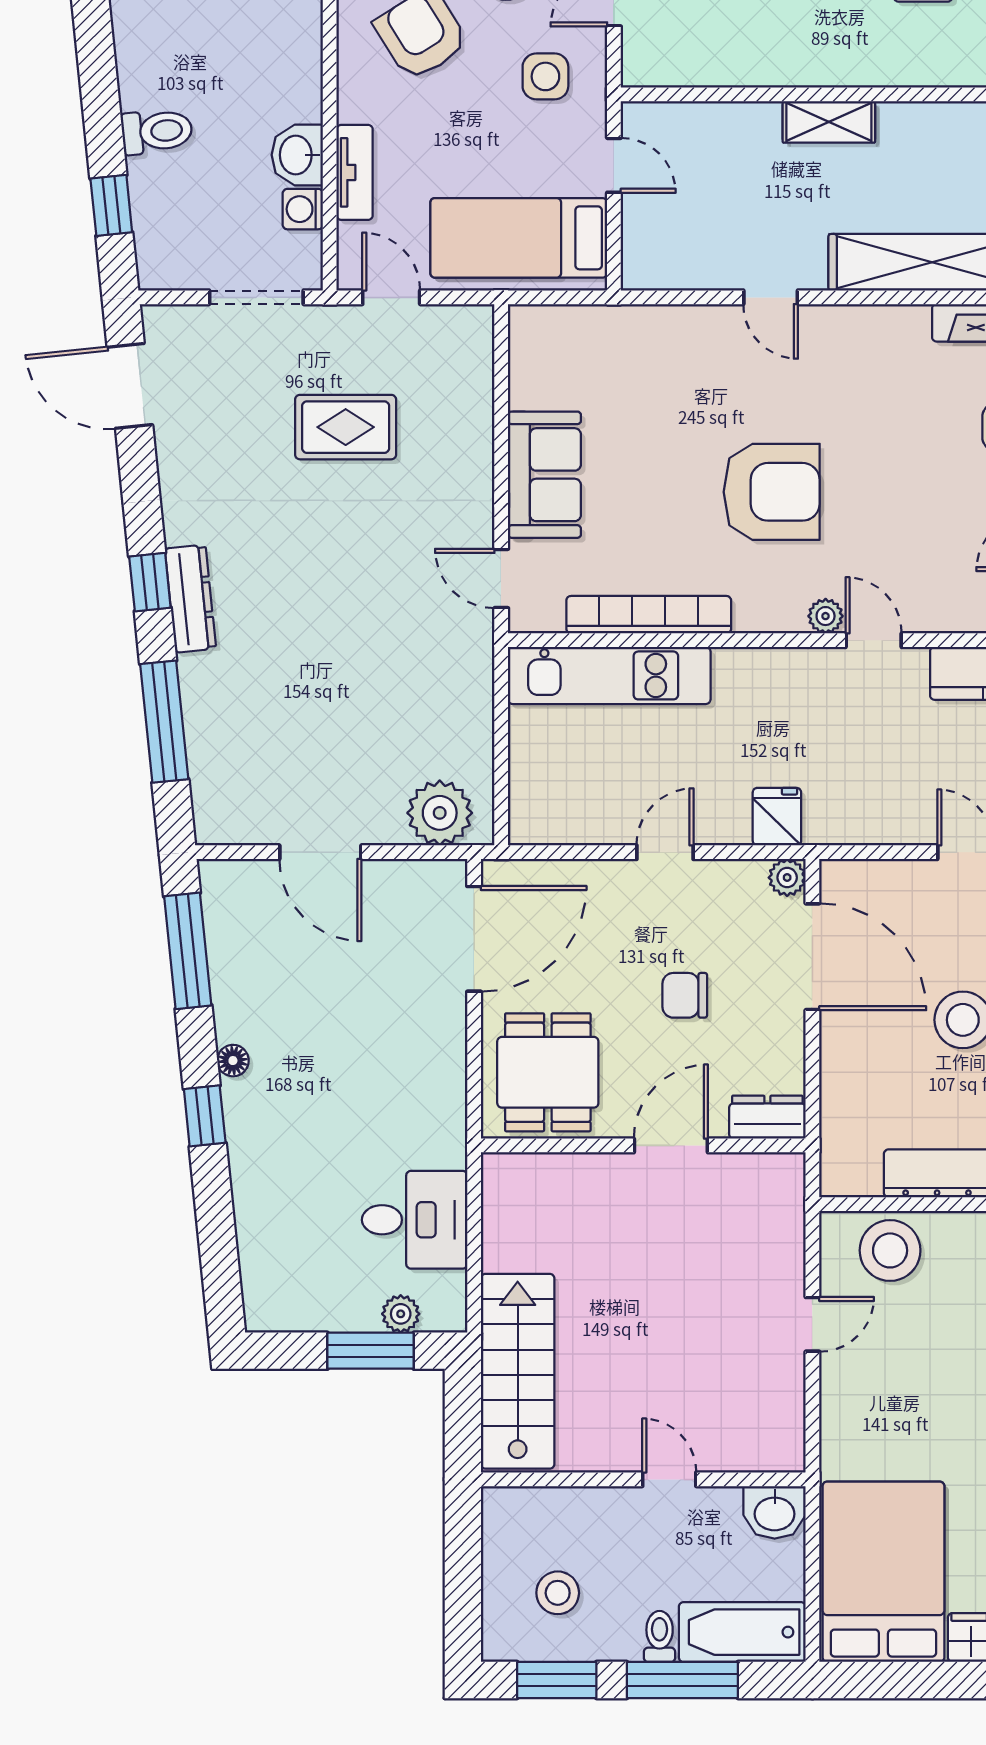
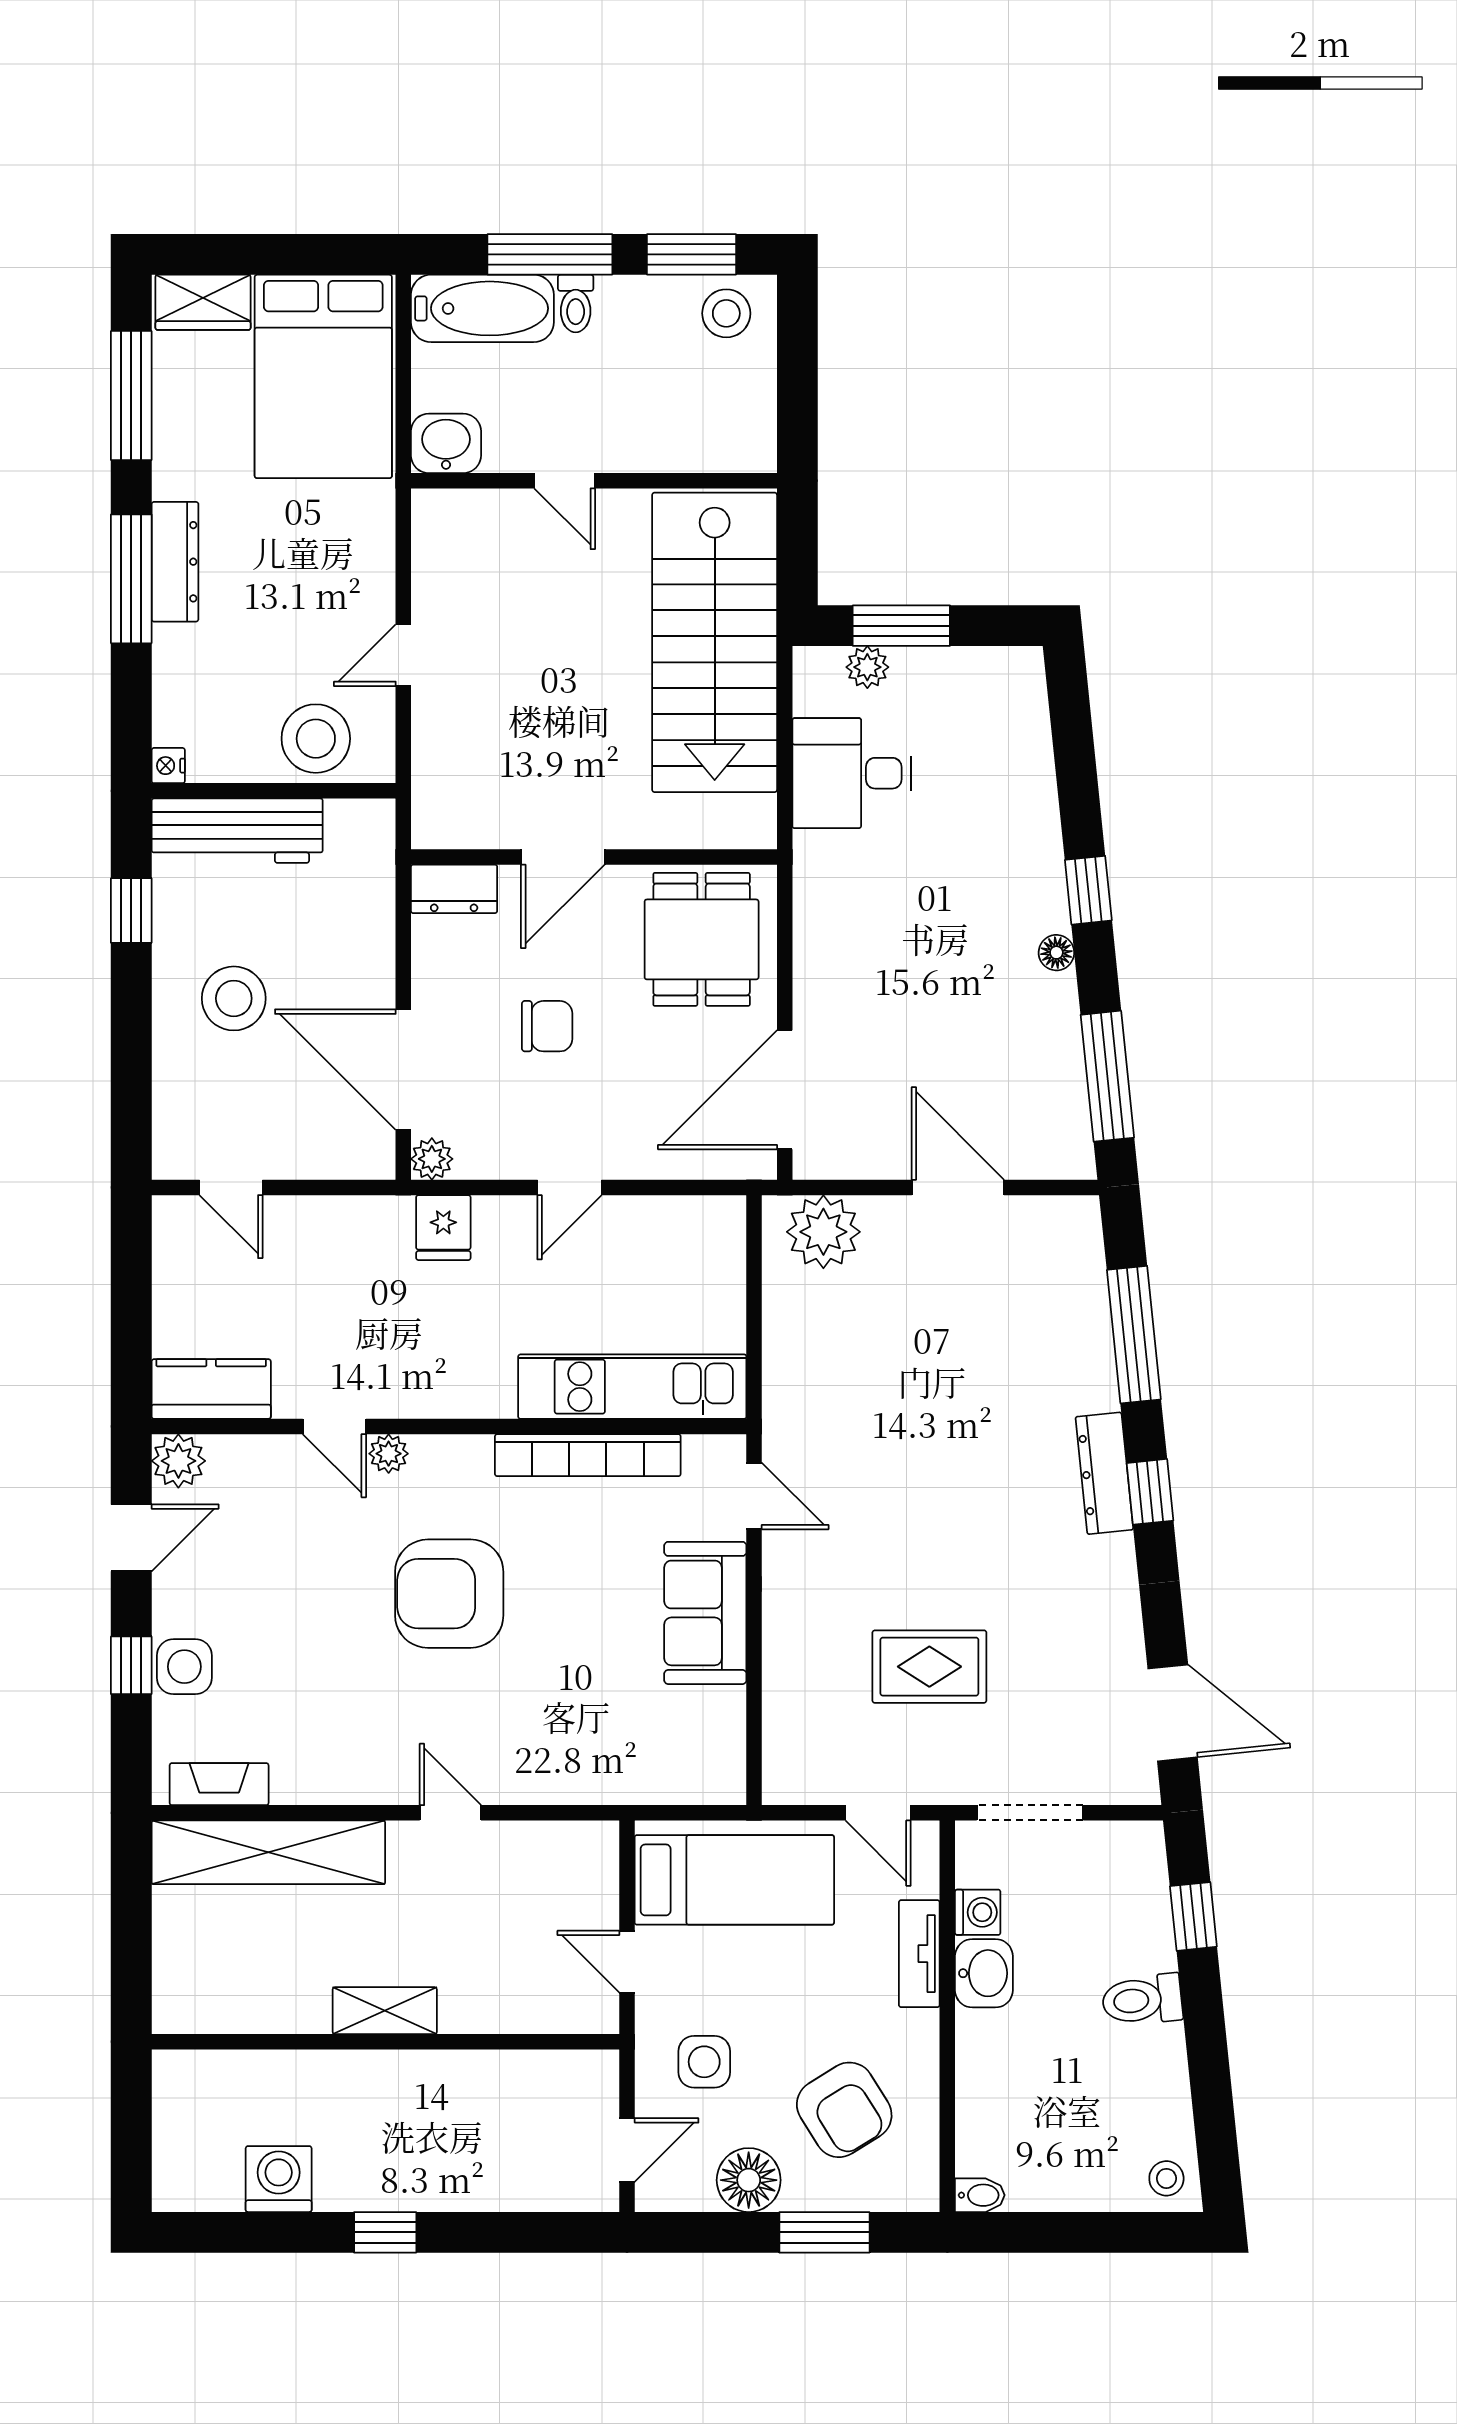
stairs: (518, 1371) -> (715, 642), width x1.36, depth x1.51
stool: (558, 1593) -> (726, 313), moved

